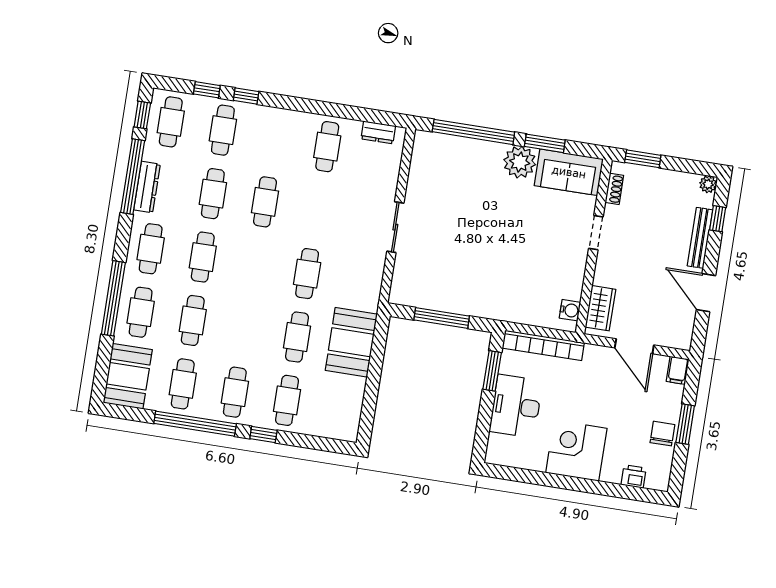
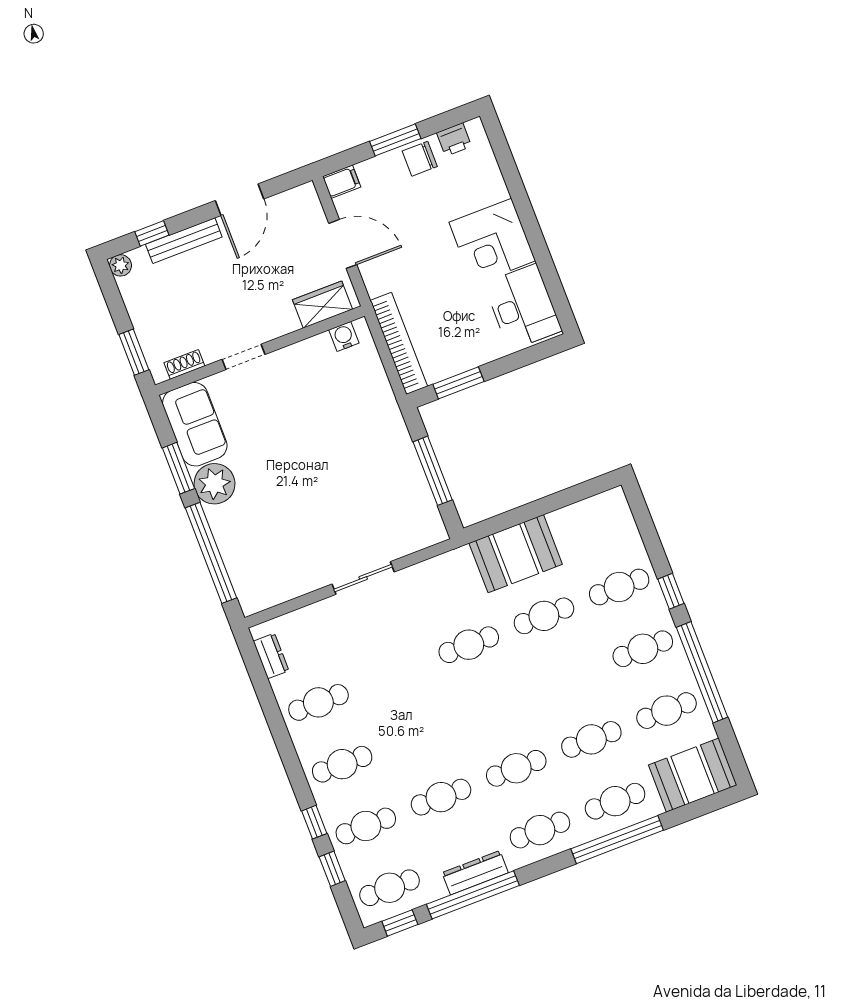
cafe table: (265, 202) -> (342, 764), moved
door: (634, 346) -> (343, 244), hinge flipped
desk: (516, 406) -> (523, 307), moved, turned -90
printer: (634, 476) -> (454, 139), moved, turned -90

